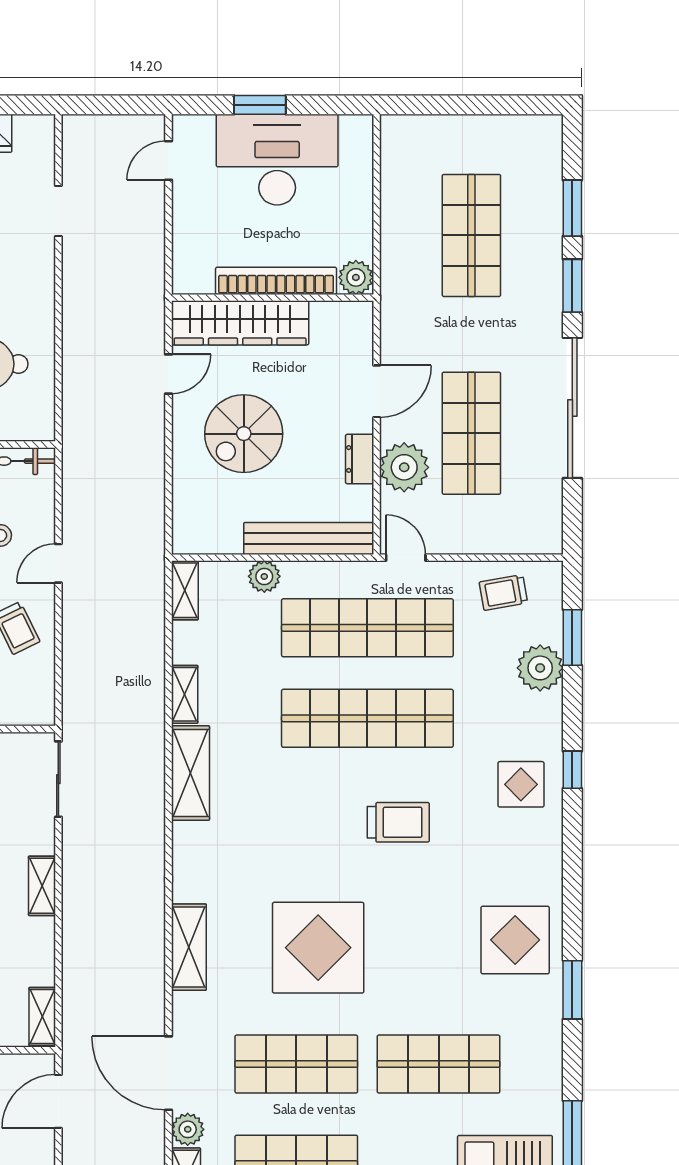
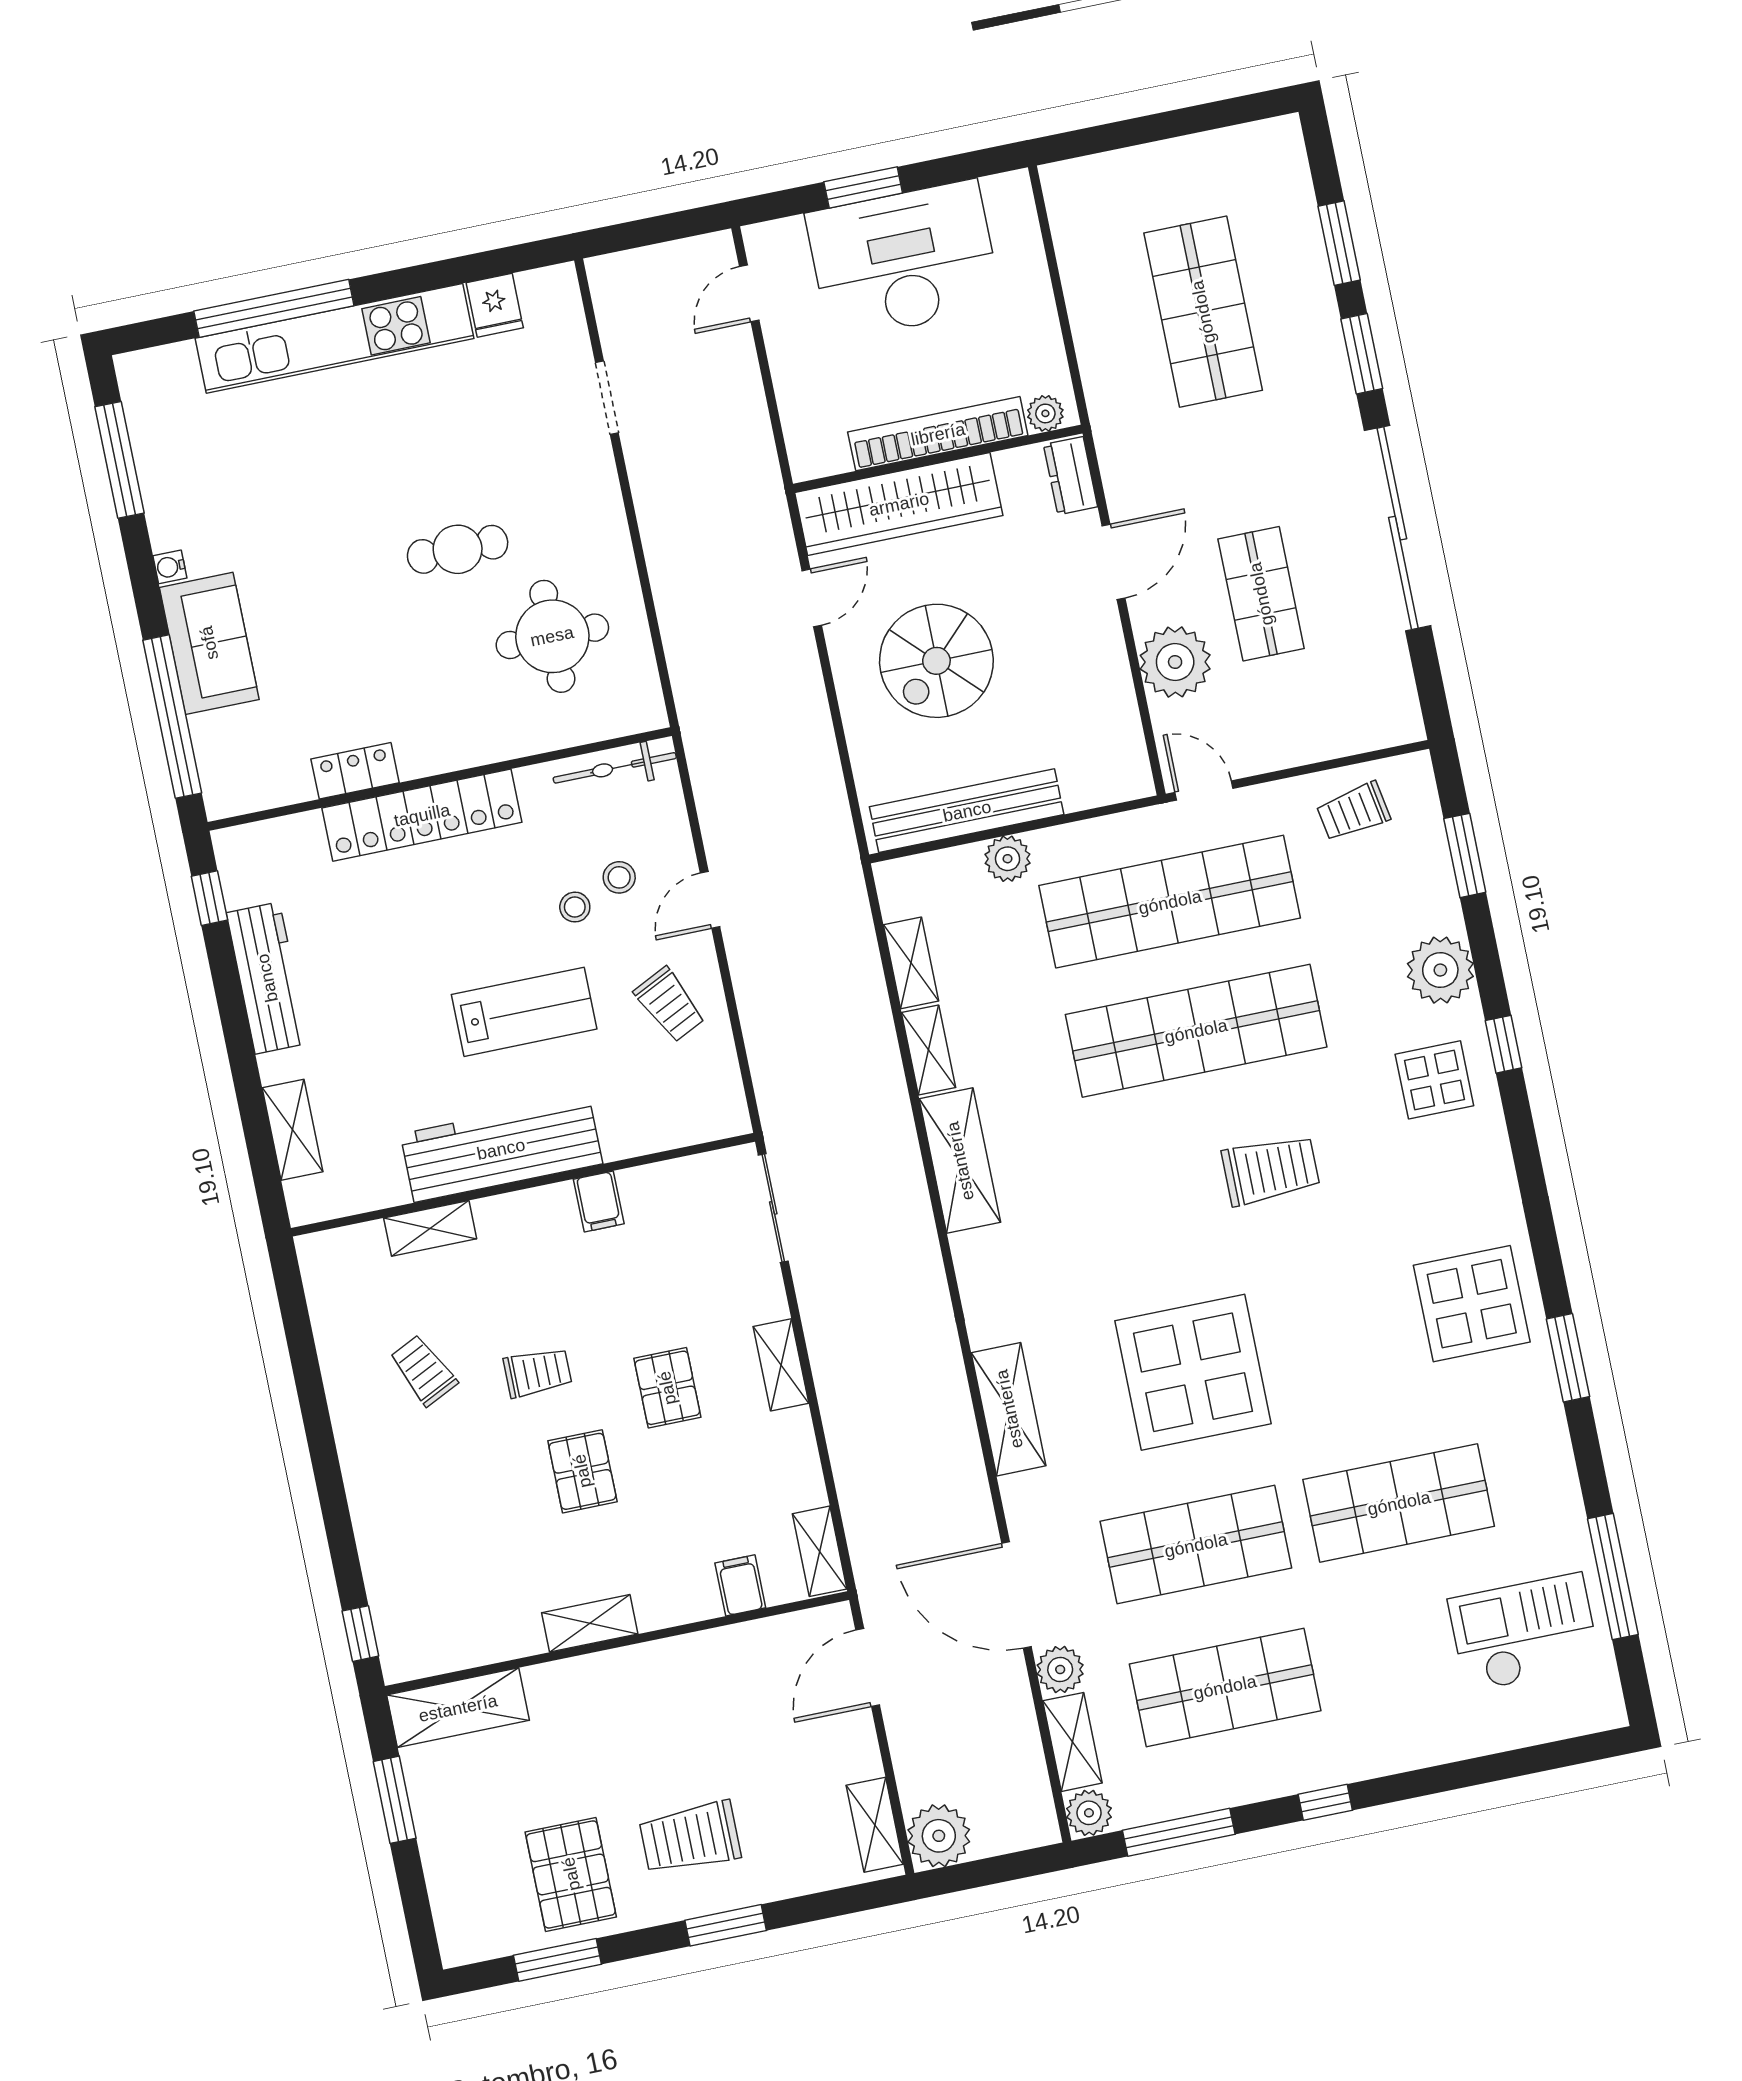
plant: (356, 277) -> (1045, 413), width x0.73, depth x0.73
shop shelf: (471, 433) -> (1261, 594), width x0.70, depth x0.74
dresser: (360, 459) -> (1071, 476), moved
bench: (309, 538) -> (967, 811), moved
shelving: (185, 590) -> (911, 963), moved
plant: (540, 668) -> (1440, 970), moved

